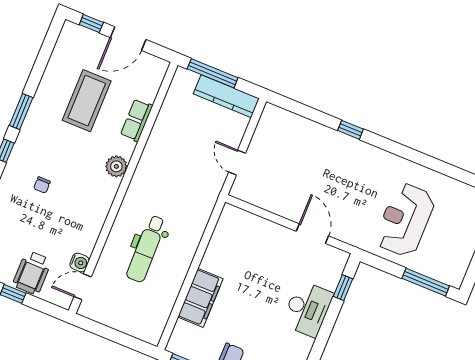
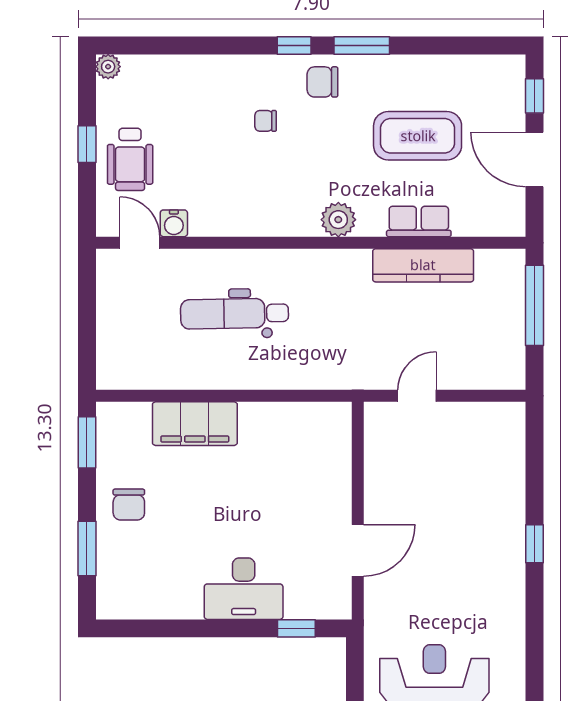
kitchen counter: (226, 96) -> (423, 265), moved, turned -90
chair: (33, 143) -> (322, 82), added
wheelchair: (32, 273) -> (130, 159), turned -90

